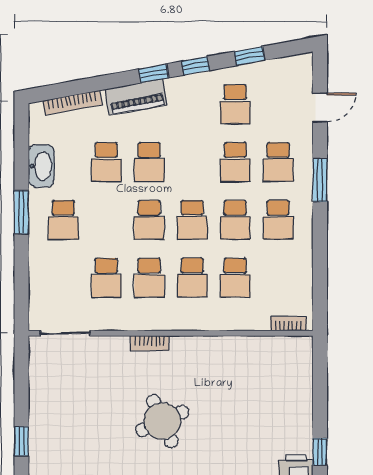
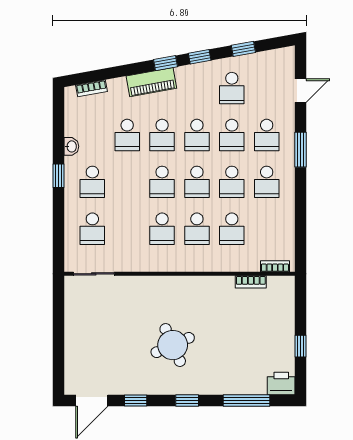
bookcase: (72, 103) -> (91, 88), width x0.64
school desk: (192, 162) -> (197, 135), added
washbasin: (41, 166) -> (71, 146), width x0.52, depth x0.69
window: (21, 212) -> (58, 176), width x0.67
school desk: (106, 278) -> (92, 229), moved
bookcase: (150, 343) -> (251, 282), moved
window: (21, 441) -> (58, 361), removed
window: (320, 452) -> (301, 346), moved

